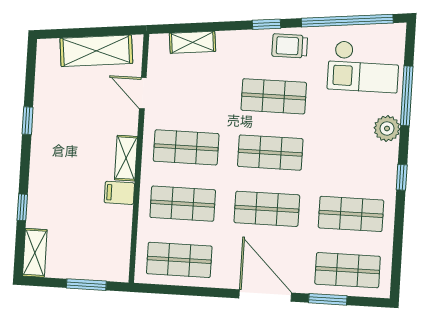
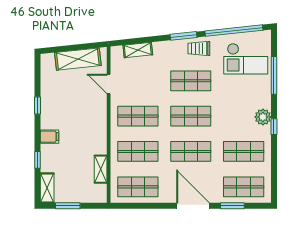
window: (267, 24) -> (183, 36), width x1.50
plant: (387, 128) -> (263, 117), moved
shelving: (126, 158) -> (101, 169), moved
filing cabinet: (119, 193) -> (50, 137), moved, turned 180
window: (86, 285) -> (68, 206), moved

